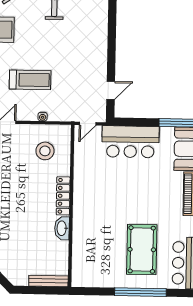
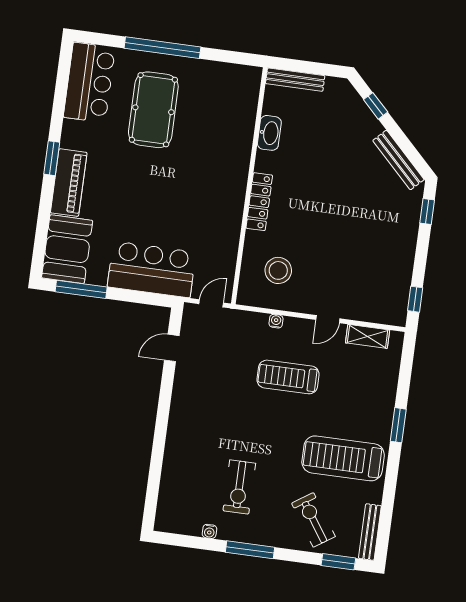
washbasin: (62, 228) -> (269, 133), moved

